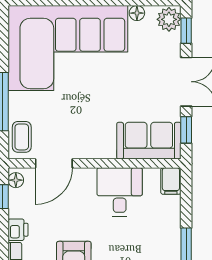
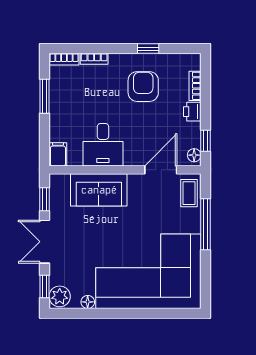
sofa: (149, 141) -> (99, 190), moved

